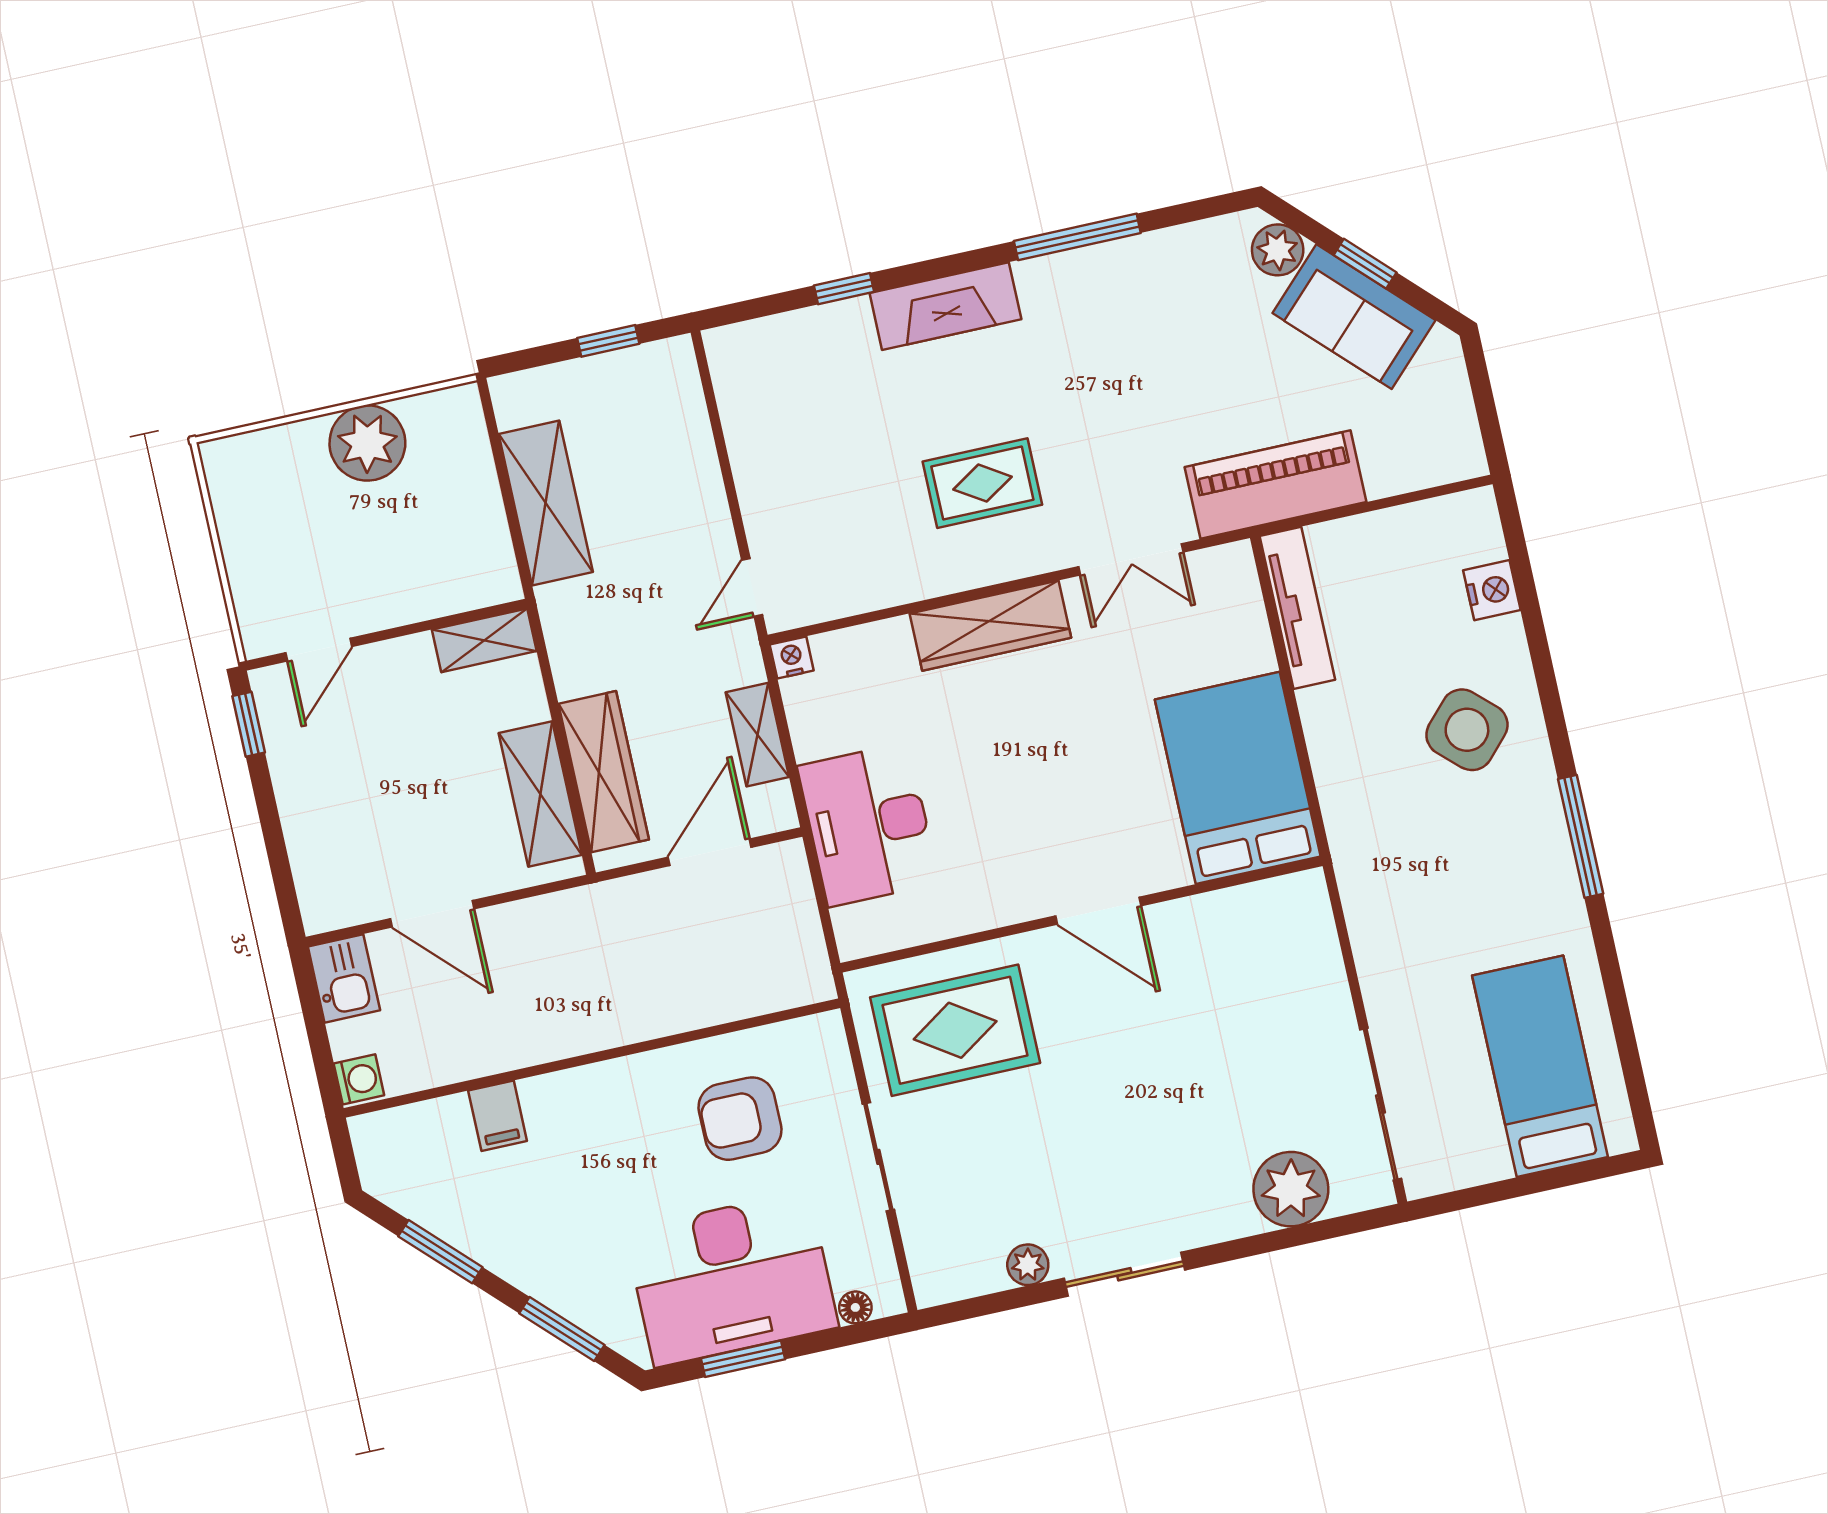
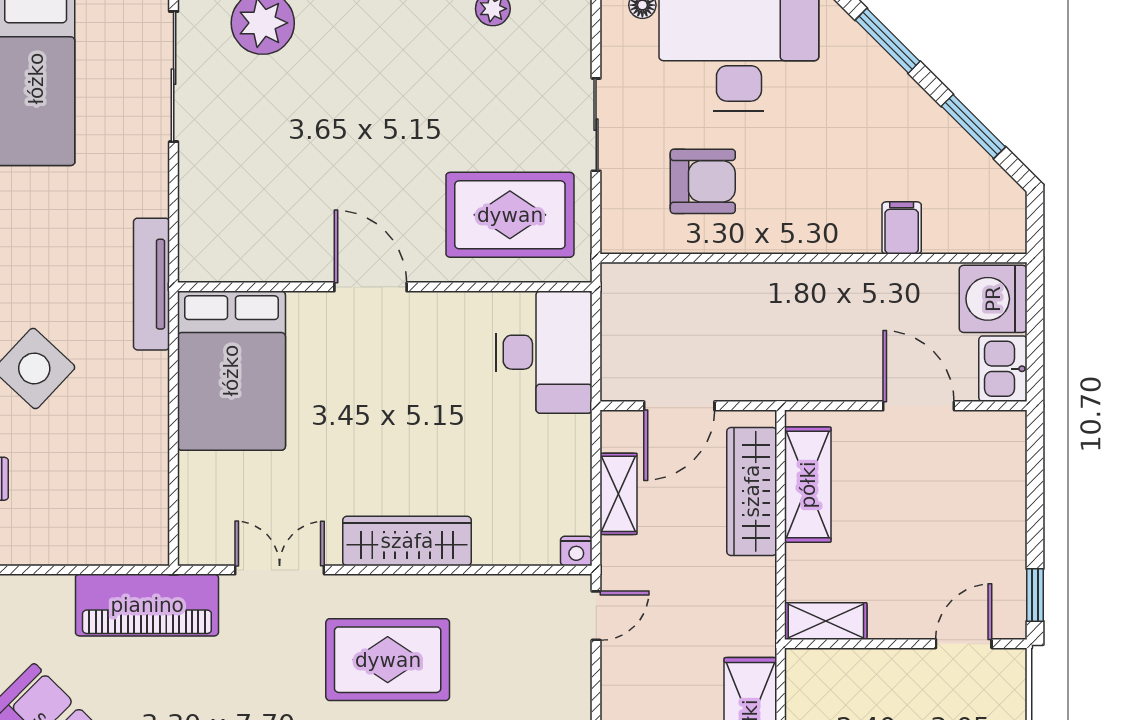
rug: (982, 483) -> (388, 660), width x1.36, depth x1.43
tv unit: (1297, 608) -> (152, 284), moved
desk: (868, 825) -> (544, 352), moved
washing machine: (359, 1079) -> (993, 299), width x1.89, depth x1.89

